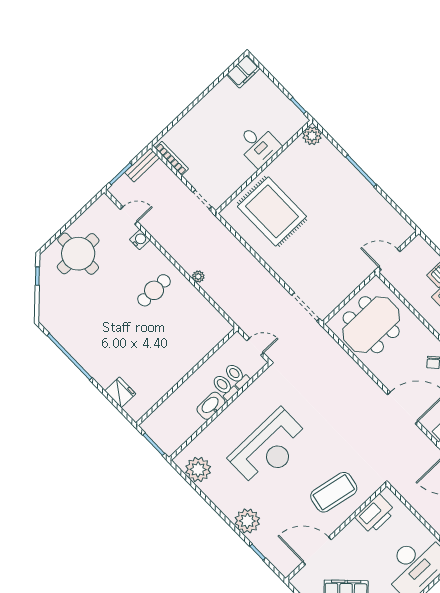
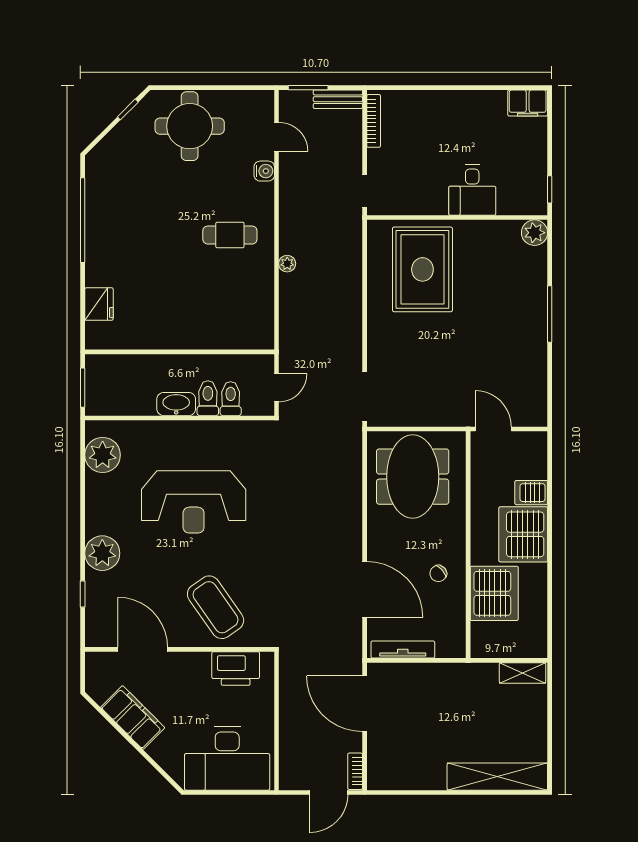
meeting table: (371, 325) -> (413, 477), turned 90
door: (255, 347) -> (277, 388), hinge flipped
coffee table: (334, 492) -> (216, 607), turned 44

